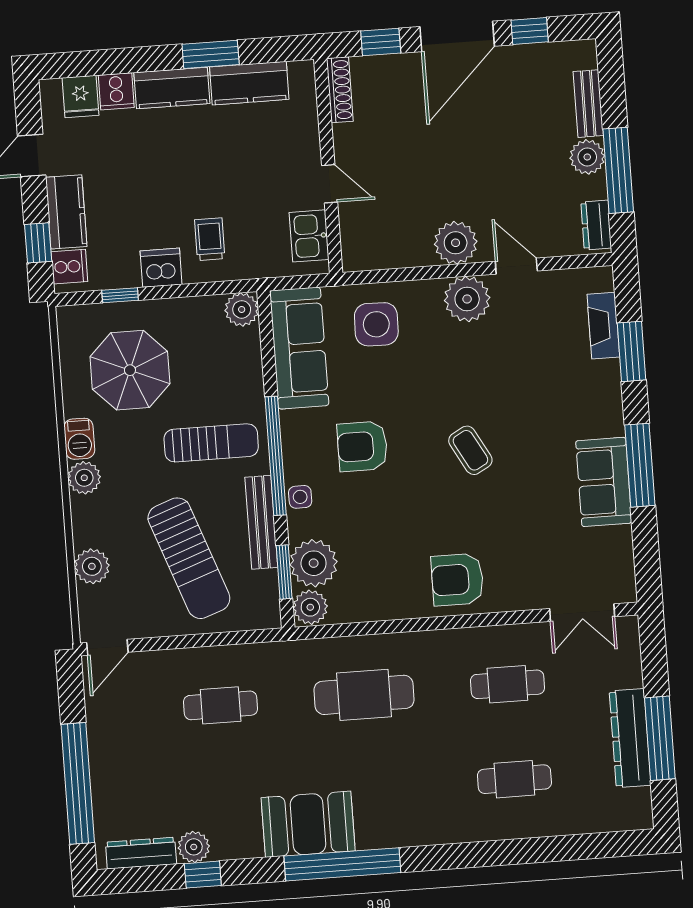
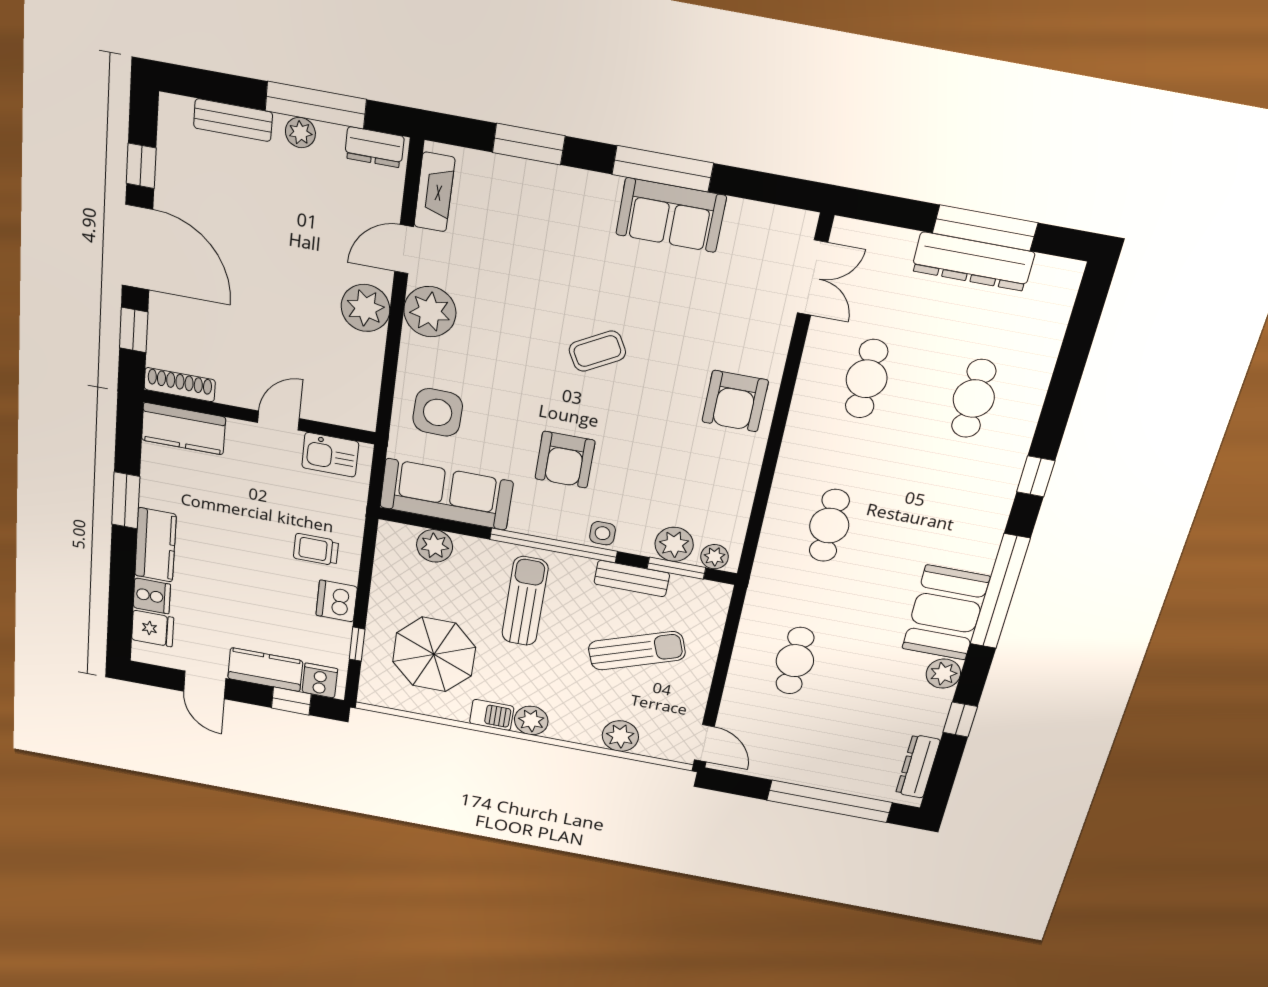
kitchen counter: (249, 83) -> (183, 429), moved, turned 90
plant: (587, 157) -> (300, 133), width x0.73, depth x0.73
plant: (242, 309) -> (435, 546), moved
fireplace: (603, 326) -> (434, 192), moved, turned -90
bench: (261, 522) -> (632, 579), width x0.73
sun lounger: (189, 558) -> (637, 651), width x0.73, depth x0.75
plant: (314, 563) -> (674, 544), width x0.73, depth x0.73
plant: (310, 607) -> (715, 557), width x0.73, depth x0.73
cafe table: (364, 695) -> (829, 526), width x0.73, depth x0.74
plant: (194, 847) -> (943, 674), moved
window: (459, 856) -> (1036, 476), added

